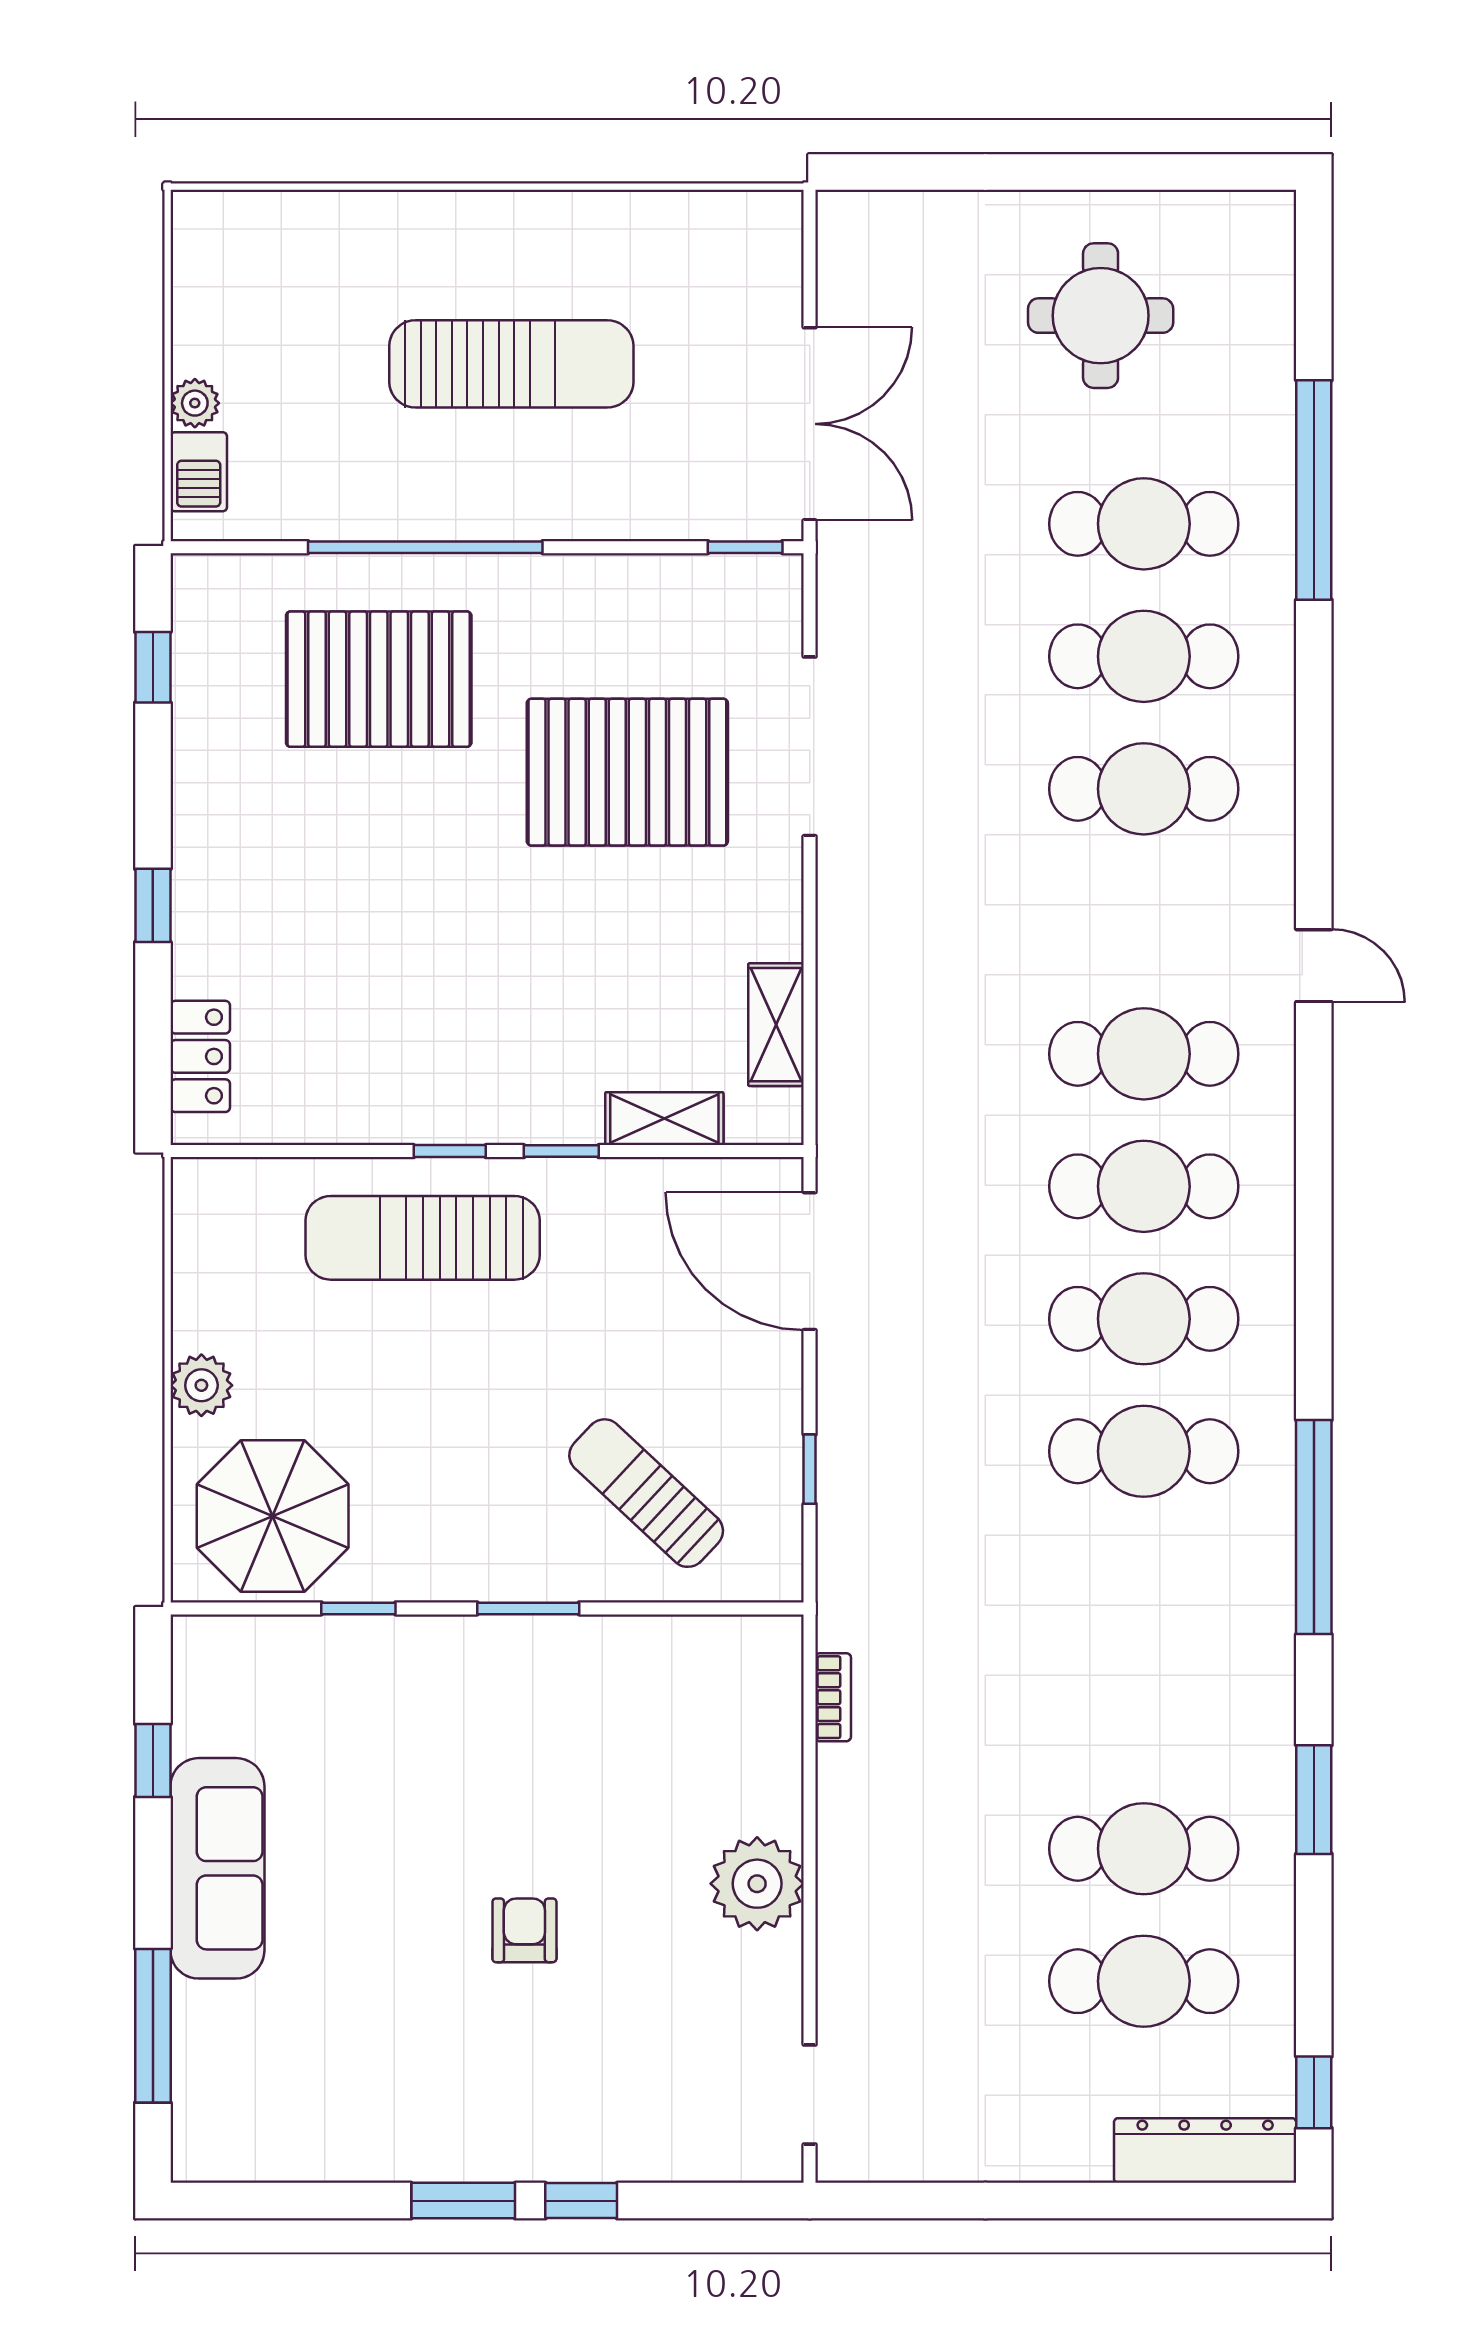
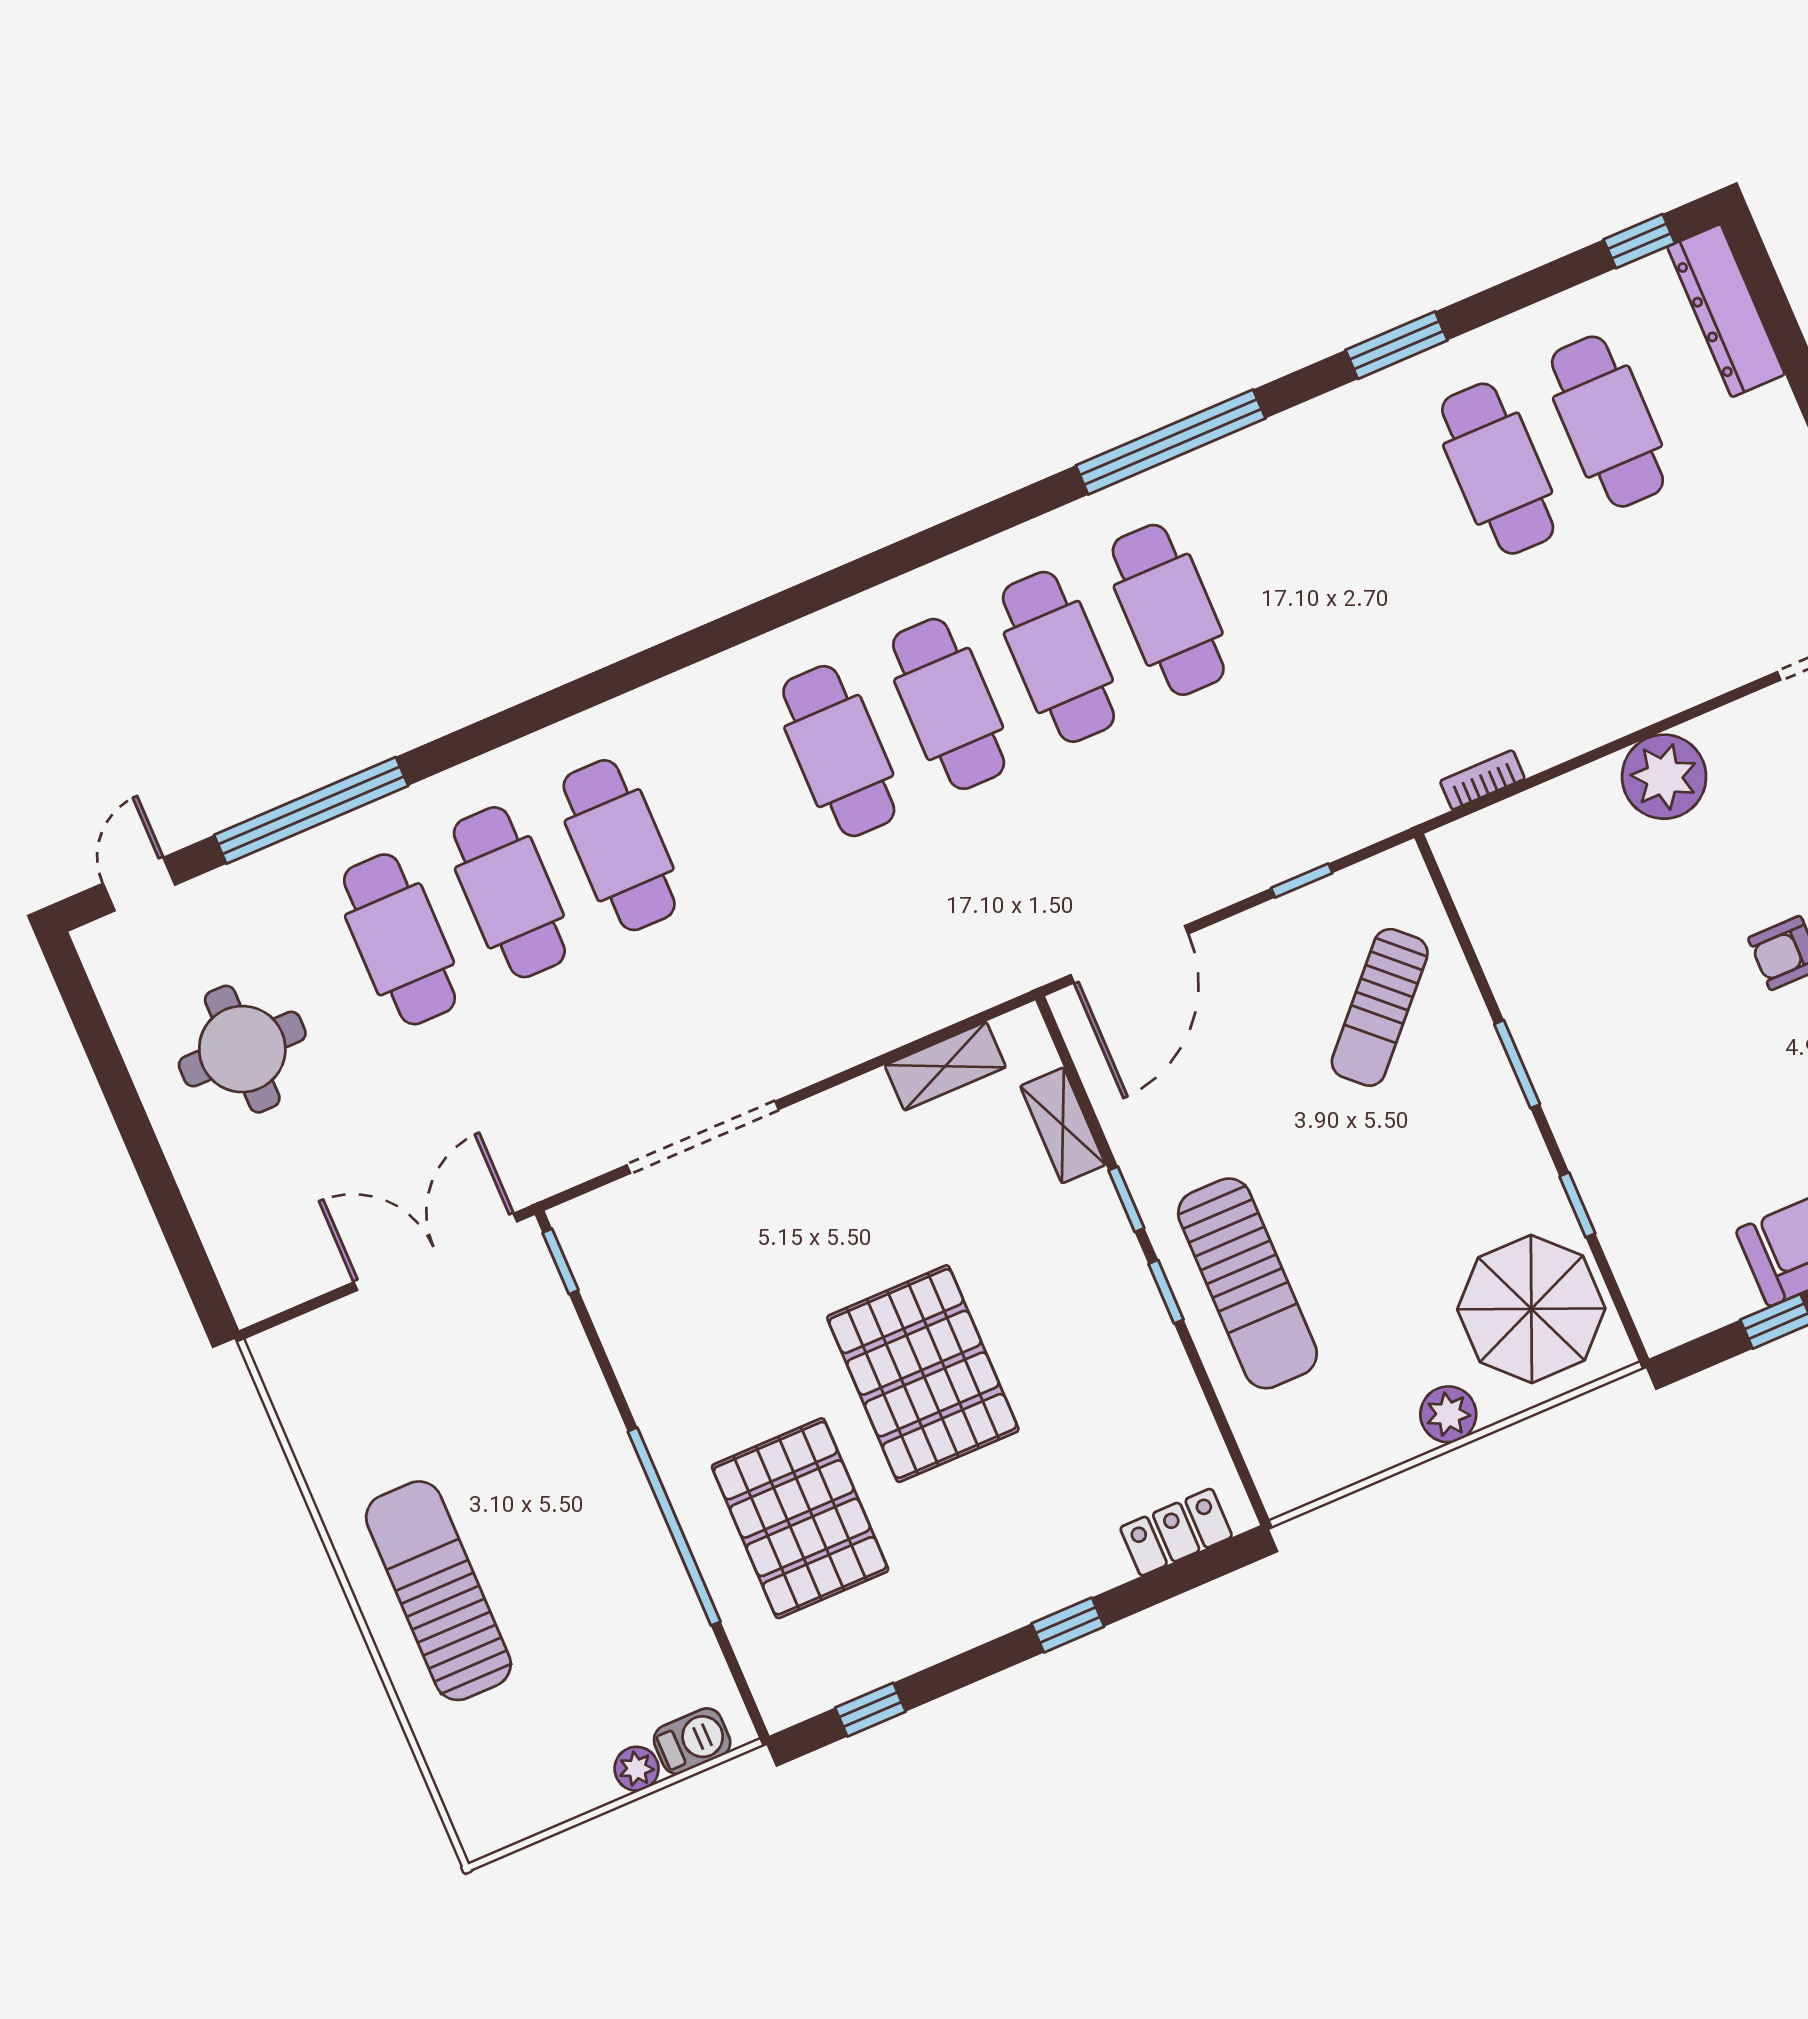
sun lounger: (511, 364) -> (438, 1591), moved
pallet: (627, 772) -> (923, 1374), moved
door: (1314, 966) -> (139, 884), moved

